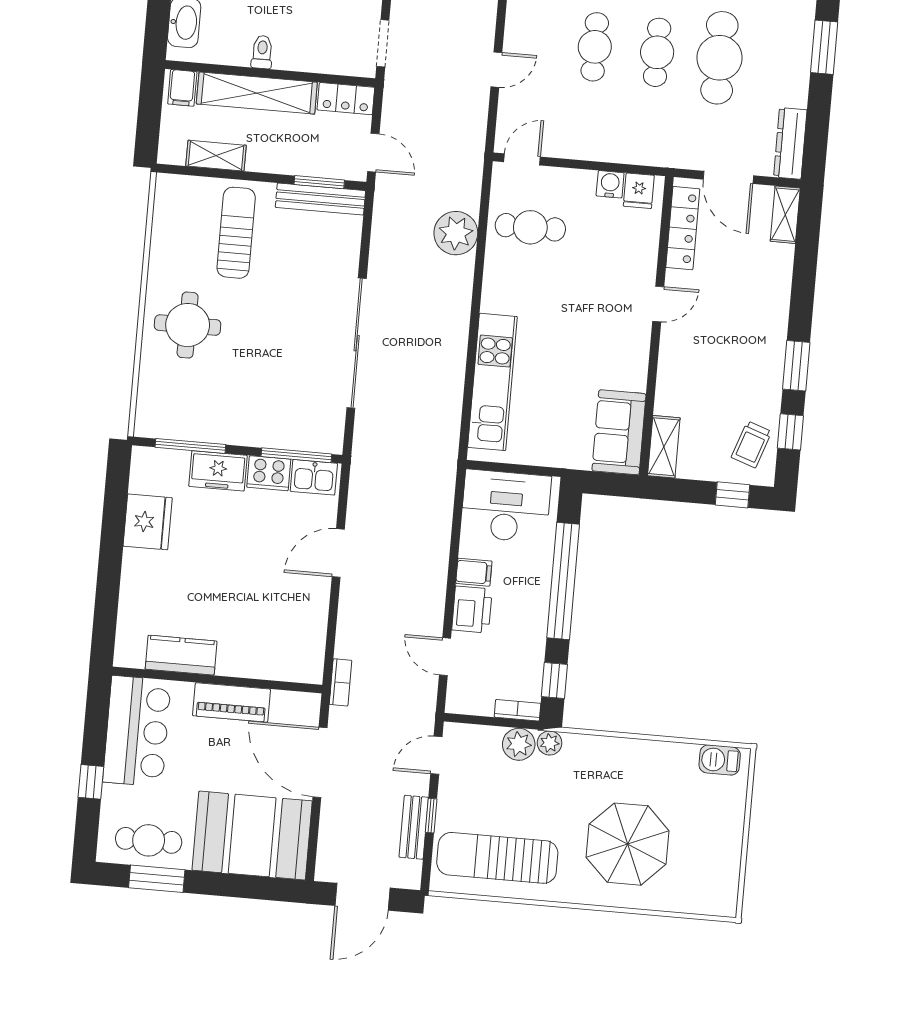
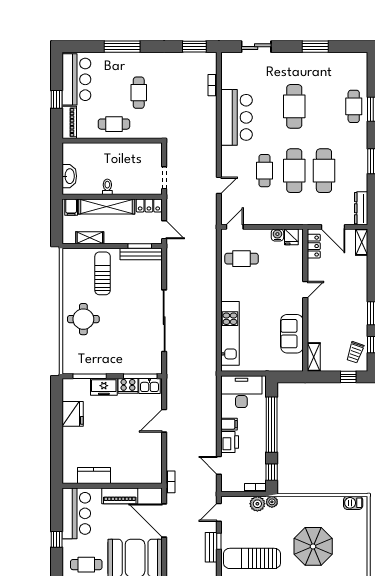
cafe table: (657, 52) -> (294, 171), width x1.37, depth x1.35
locker: (683, 228) -> (314, 246), width x0.66
plant: (456, 233) -> (206, 264), removed
sofa: (619, 432) -> (292, 334), moved

